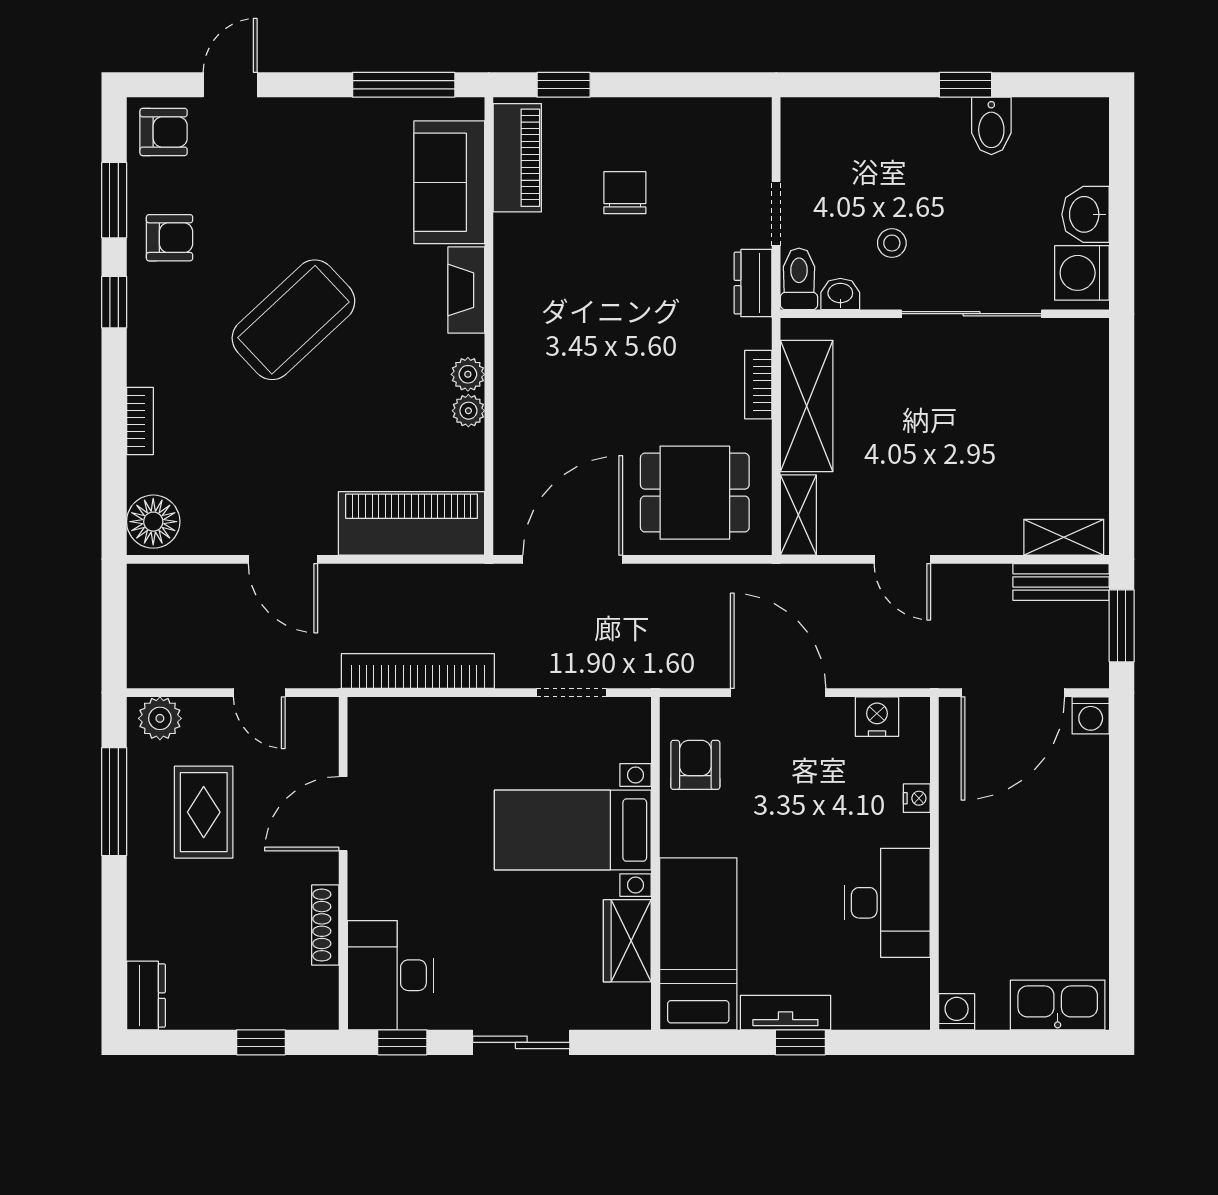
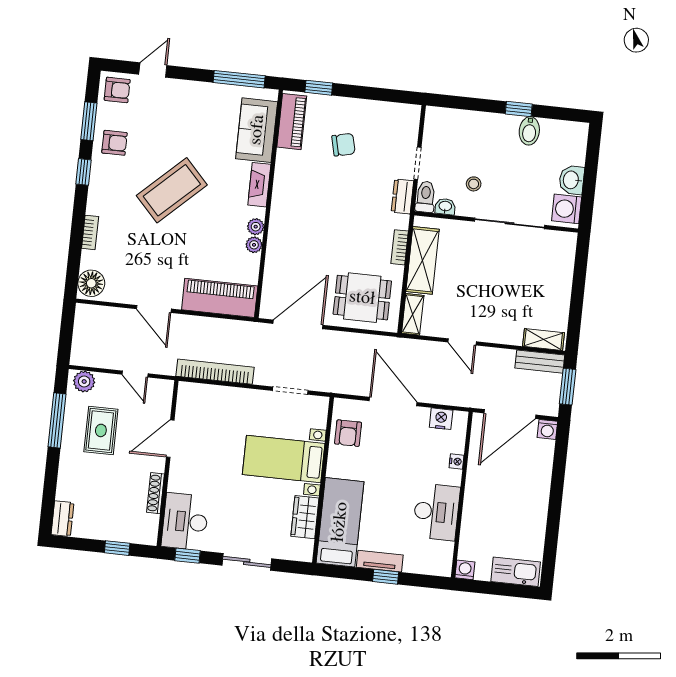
chair: (625, 193) -> (343, 145), turned 77
armchair: (695, 765) -> (348, 433), turned 180

